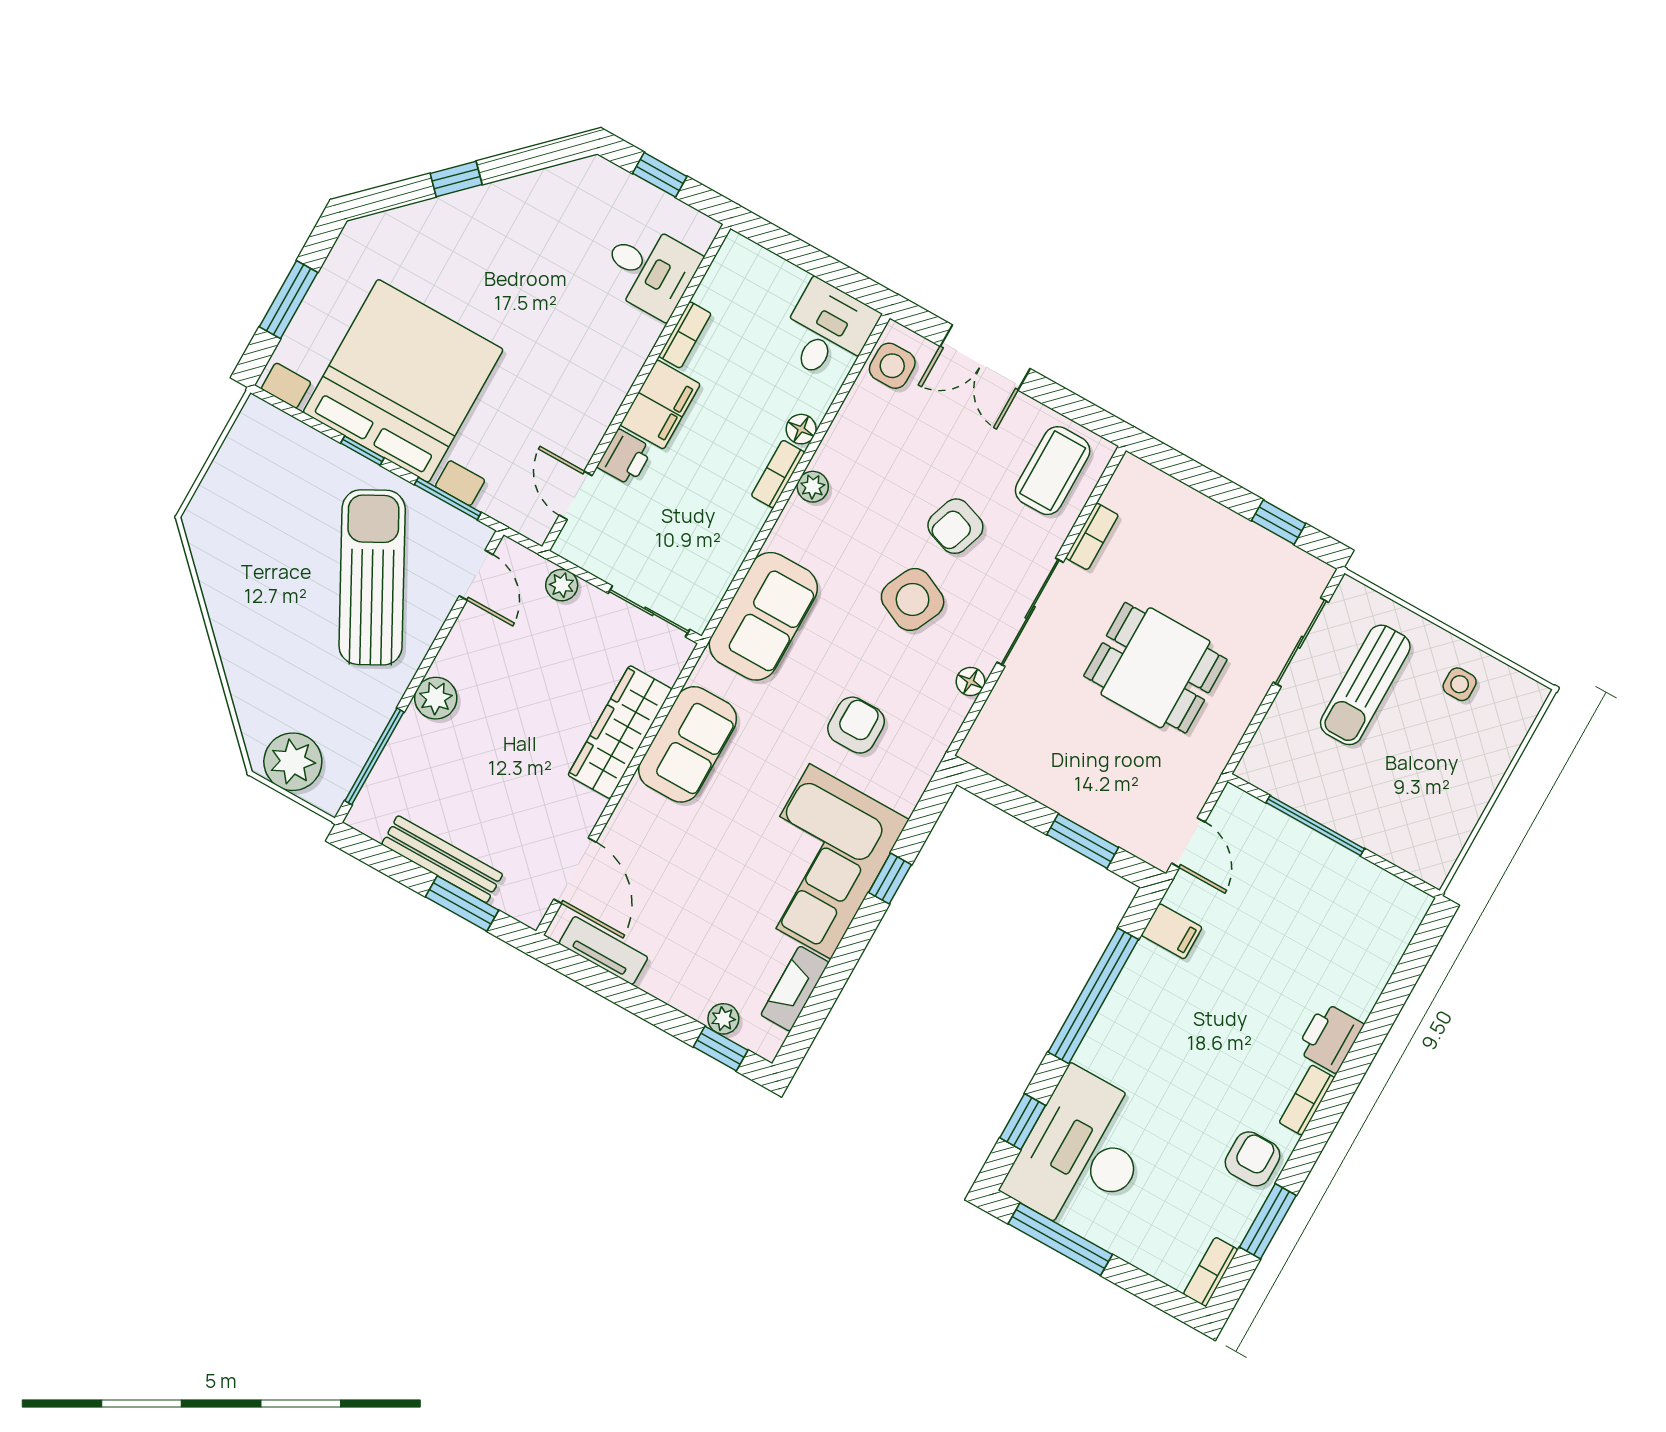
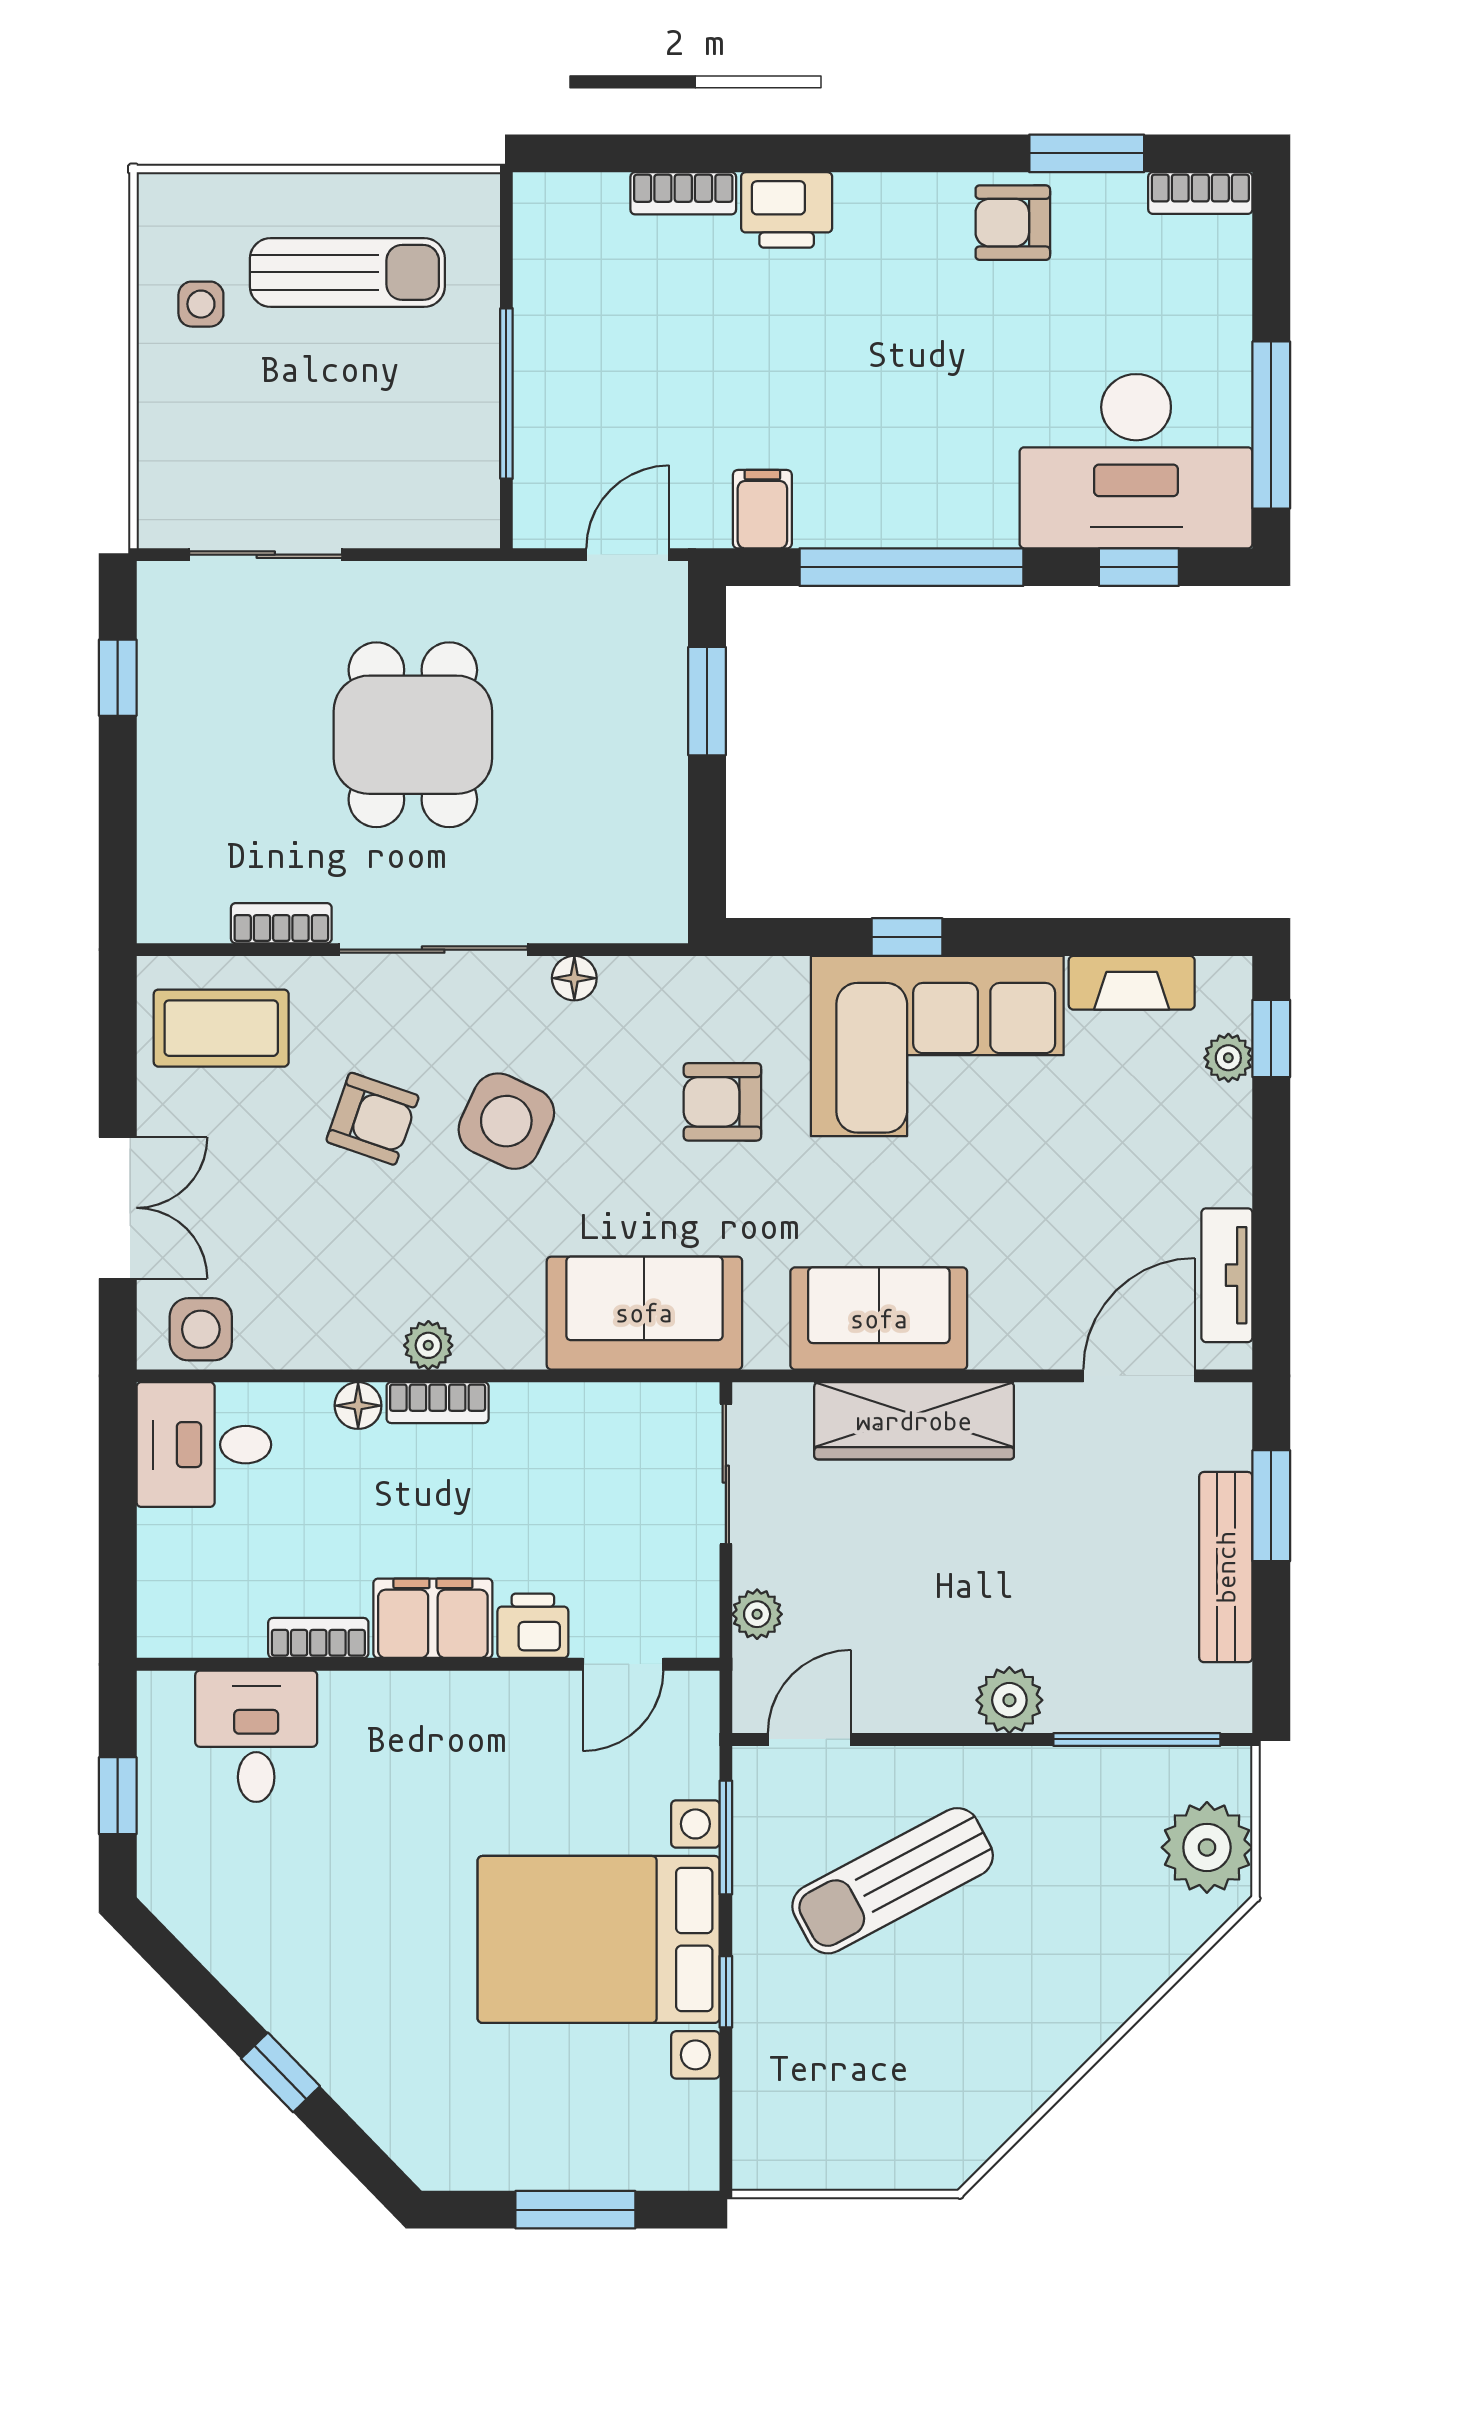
bed with nightstands: (403, 381) -> (599, 1939), width x0.73
sun lounger: (372, 577) -> (893, 1881), width x0.73, depth x0.75
sun lounger: (1365, 685) -> (347, 272), moved
bookcase: (1307, 1100) -> (683, 193), moved

